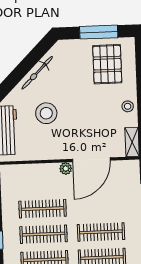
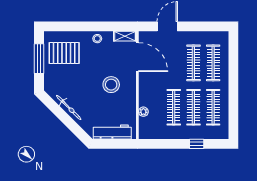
stool: (46, 113) -> (111, 85), moved
door: (91, 160) -> (137, 57), moved
plant: (66, 168) -> (143, 112), moved

